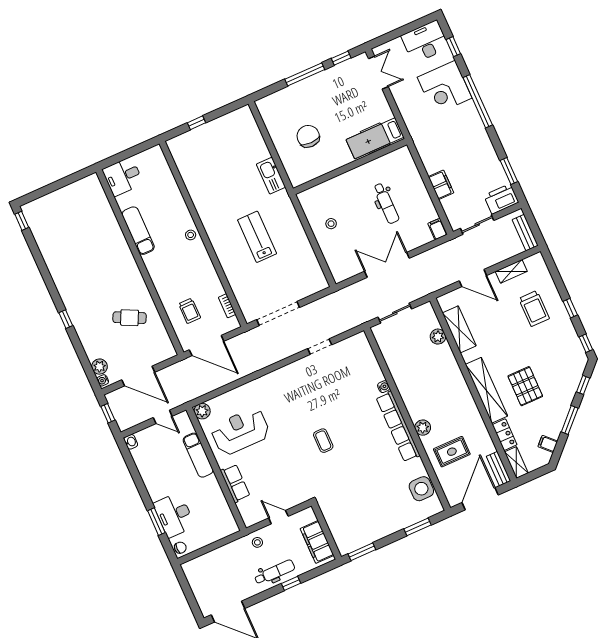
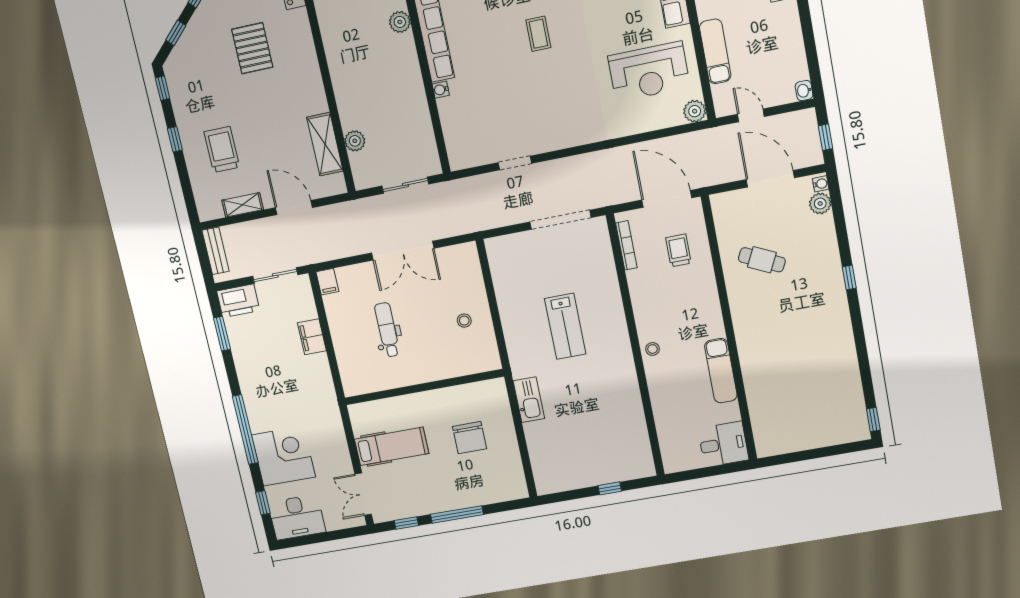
hospital bed: (375, 138) -> (392, 446), moved
bookcase: (227, 306) -> (626, 245), width x1.56
shelving: (486, 390) -> (305, 54), removed

